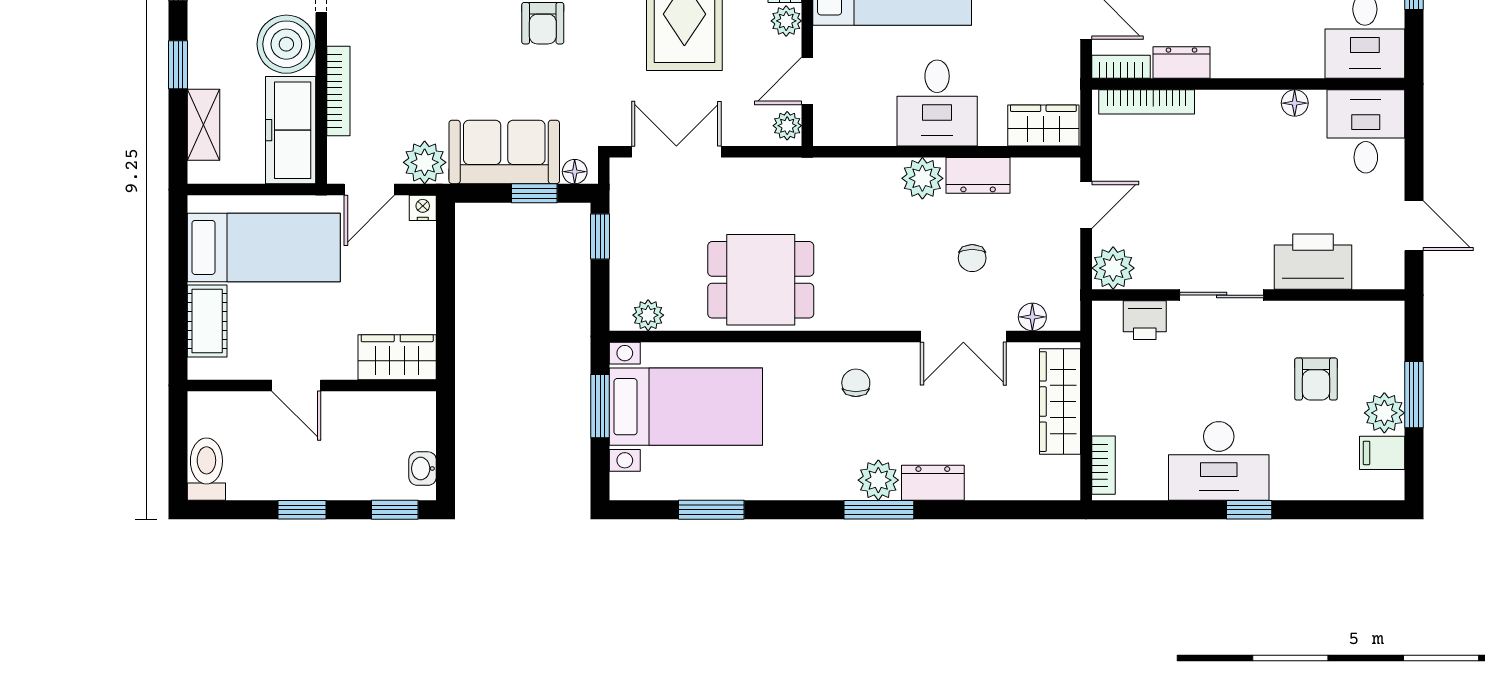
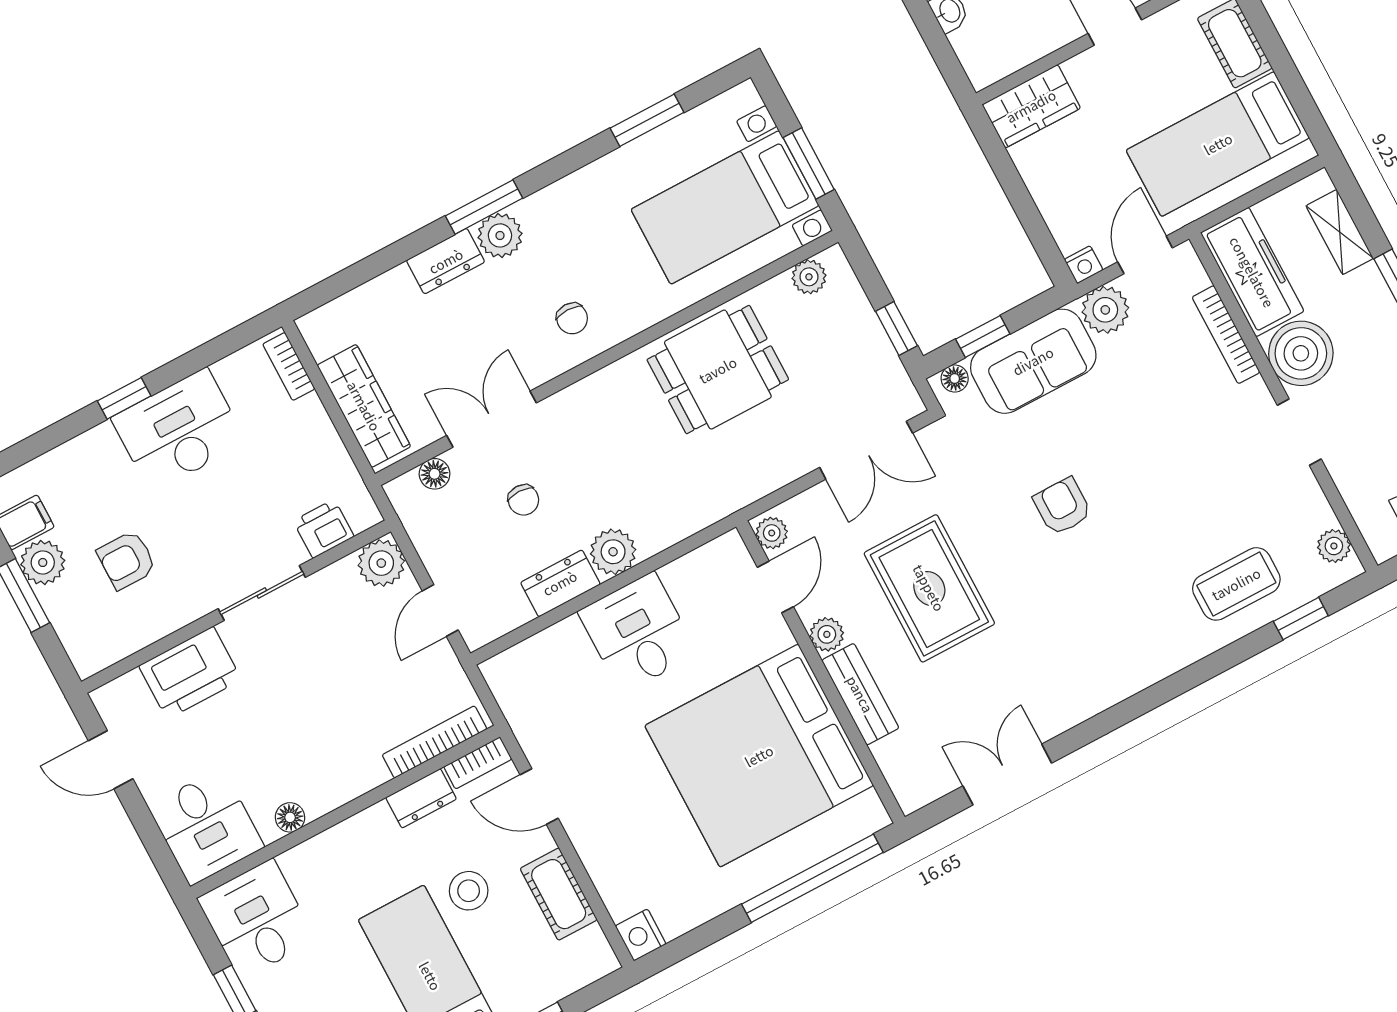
wardrobe: (1043, 126) -> (523, 666), removed
chair: (972, 258) -> (523, 500), turned 180
armchair: (1316, 379) -> (127, 560), turned -90

